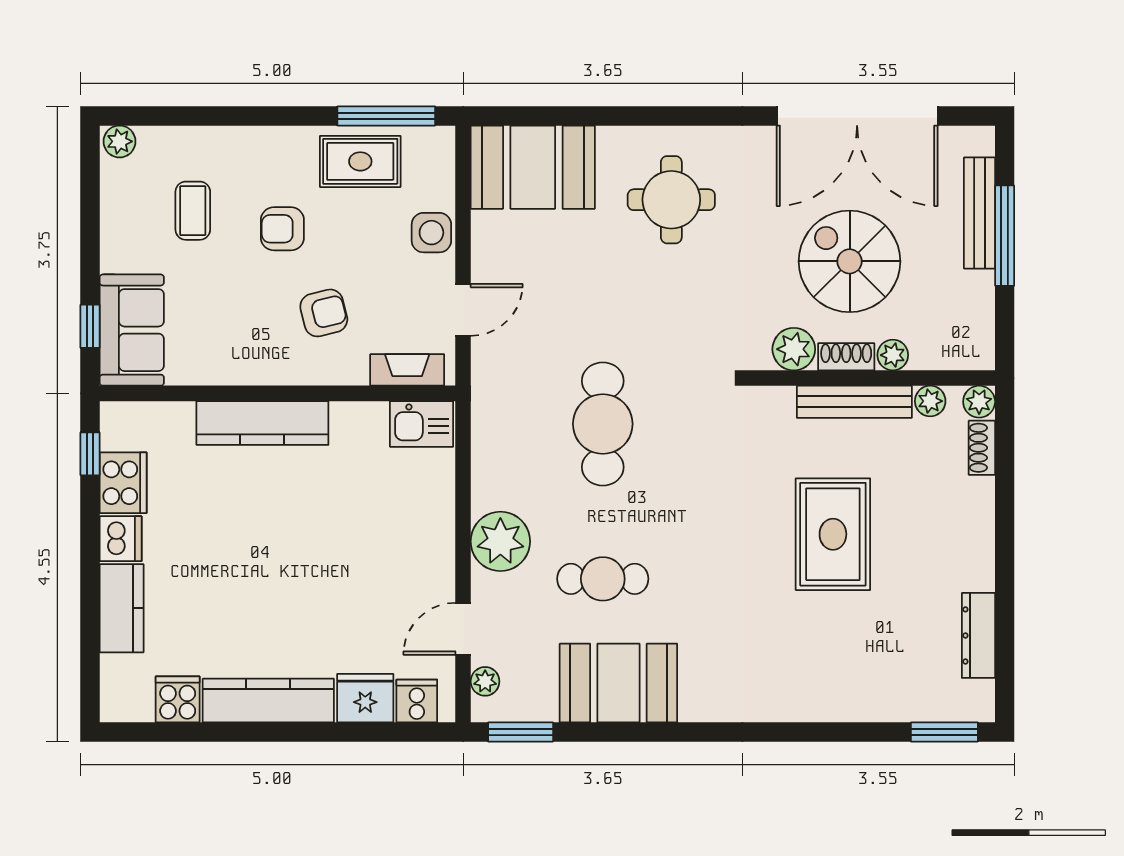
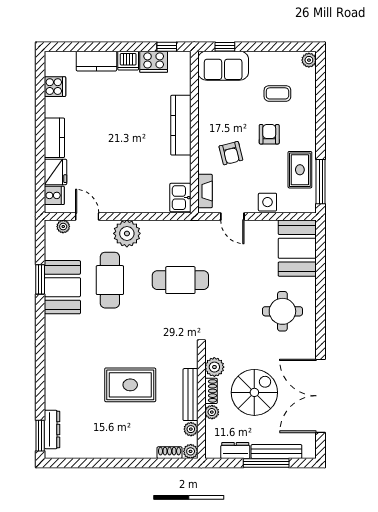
dresser: (977, 303) -> (235, 450), added
cafe table: (603, 579) -> (110, 280), width x1.37, depth x1.35
dresser: (978, 635) -> (52, 429), moved, turned 90
kitchen counter: (268, 701) -> (54, 138), width x0.67
window: (521, 732) -> (40, 279), moved

